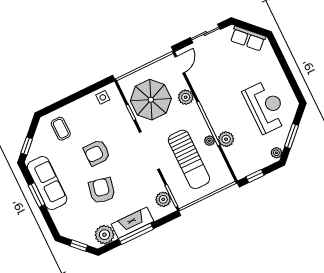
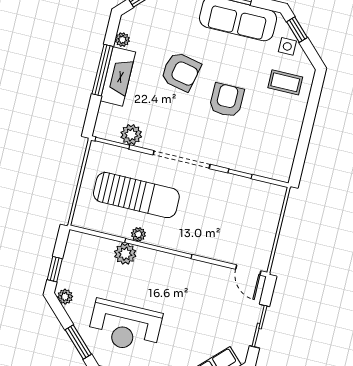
side table: (103, 97) -> (287, 46), moved
plant: (186, 97) -> (207, 247), removed
parasol: (151, 100) -> (236, 207), removed
window: (292, 136) -> (78, 342), moved
sun lounger: (189, 159) -> (136, 195), turned 180
window: (255, 176) -> (55, 269), moved
plant: (163, 199) -> (131, 135), moved
plant: (104, 235) -> (122, 40), width x0.53, depth x0.53

